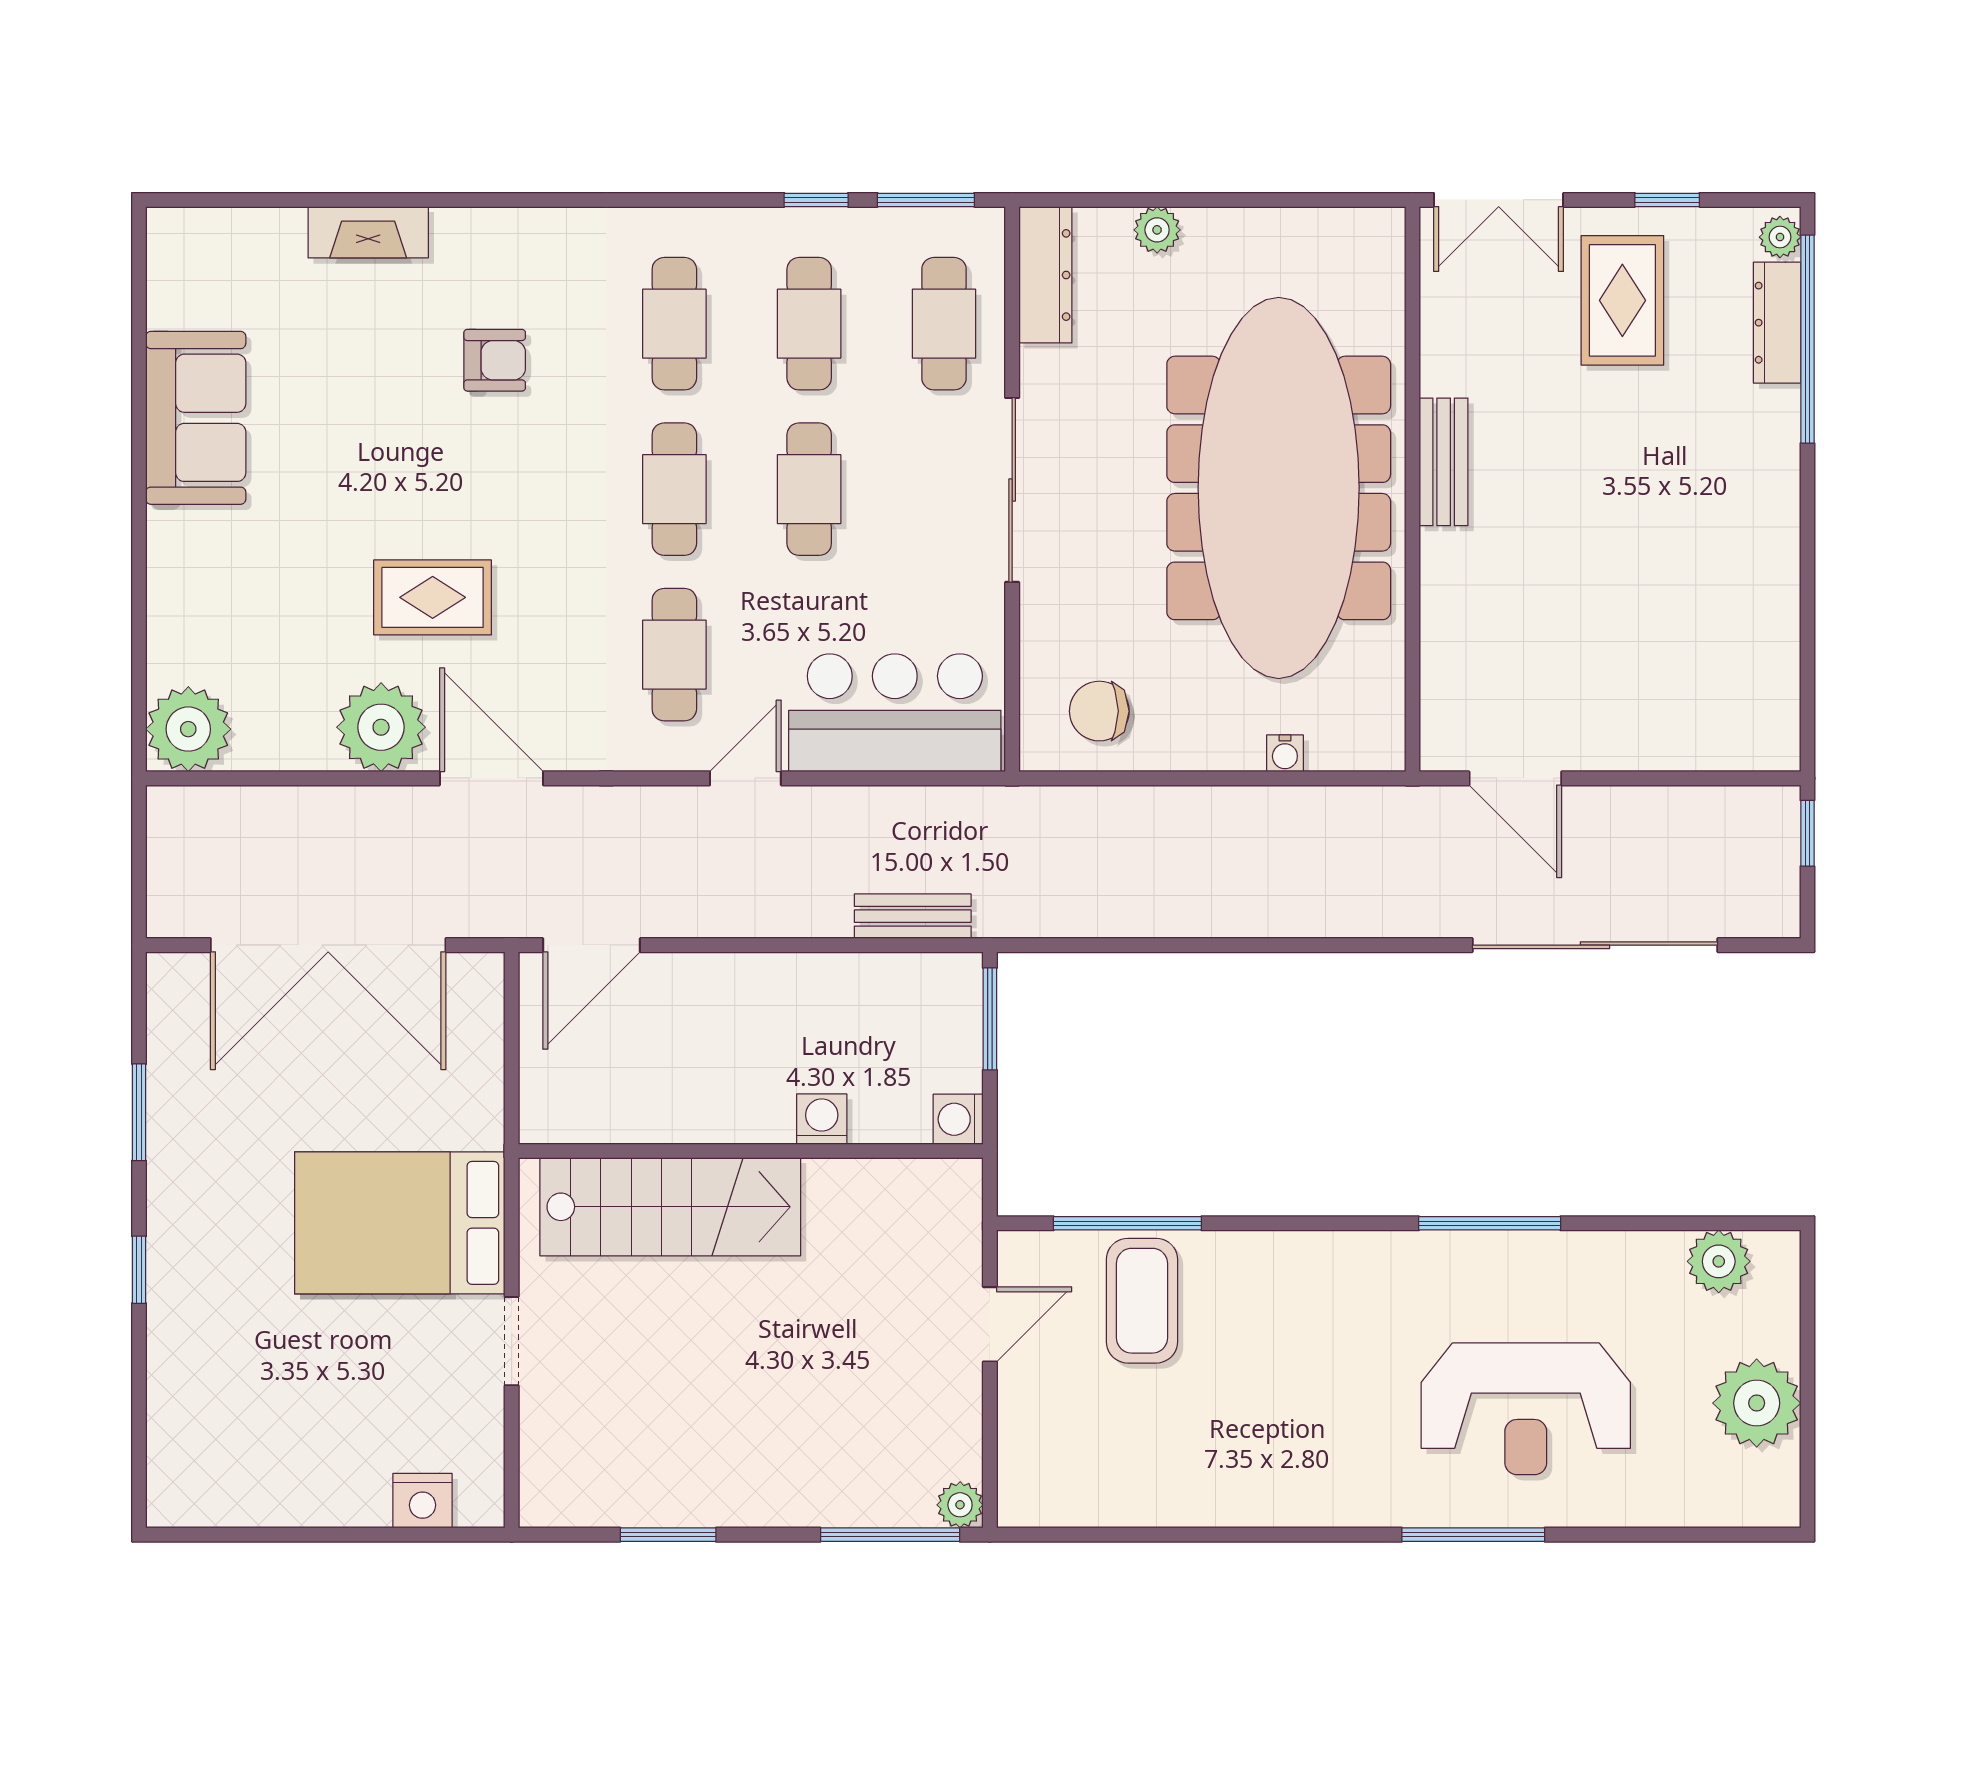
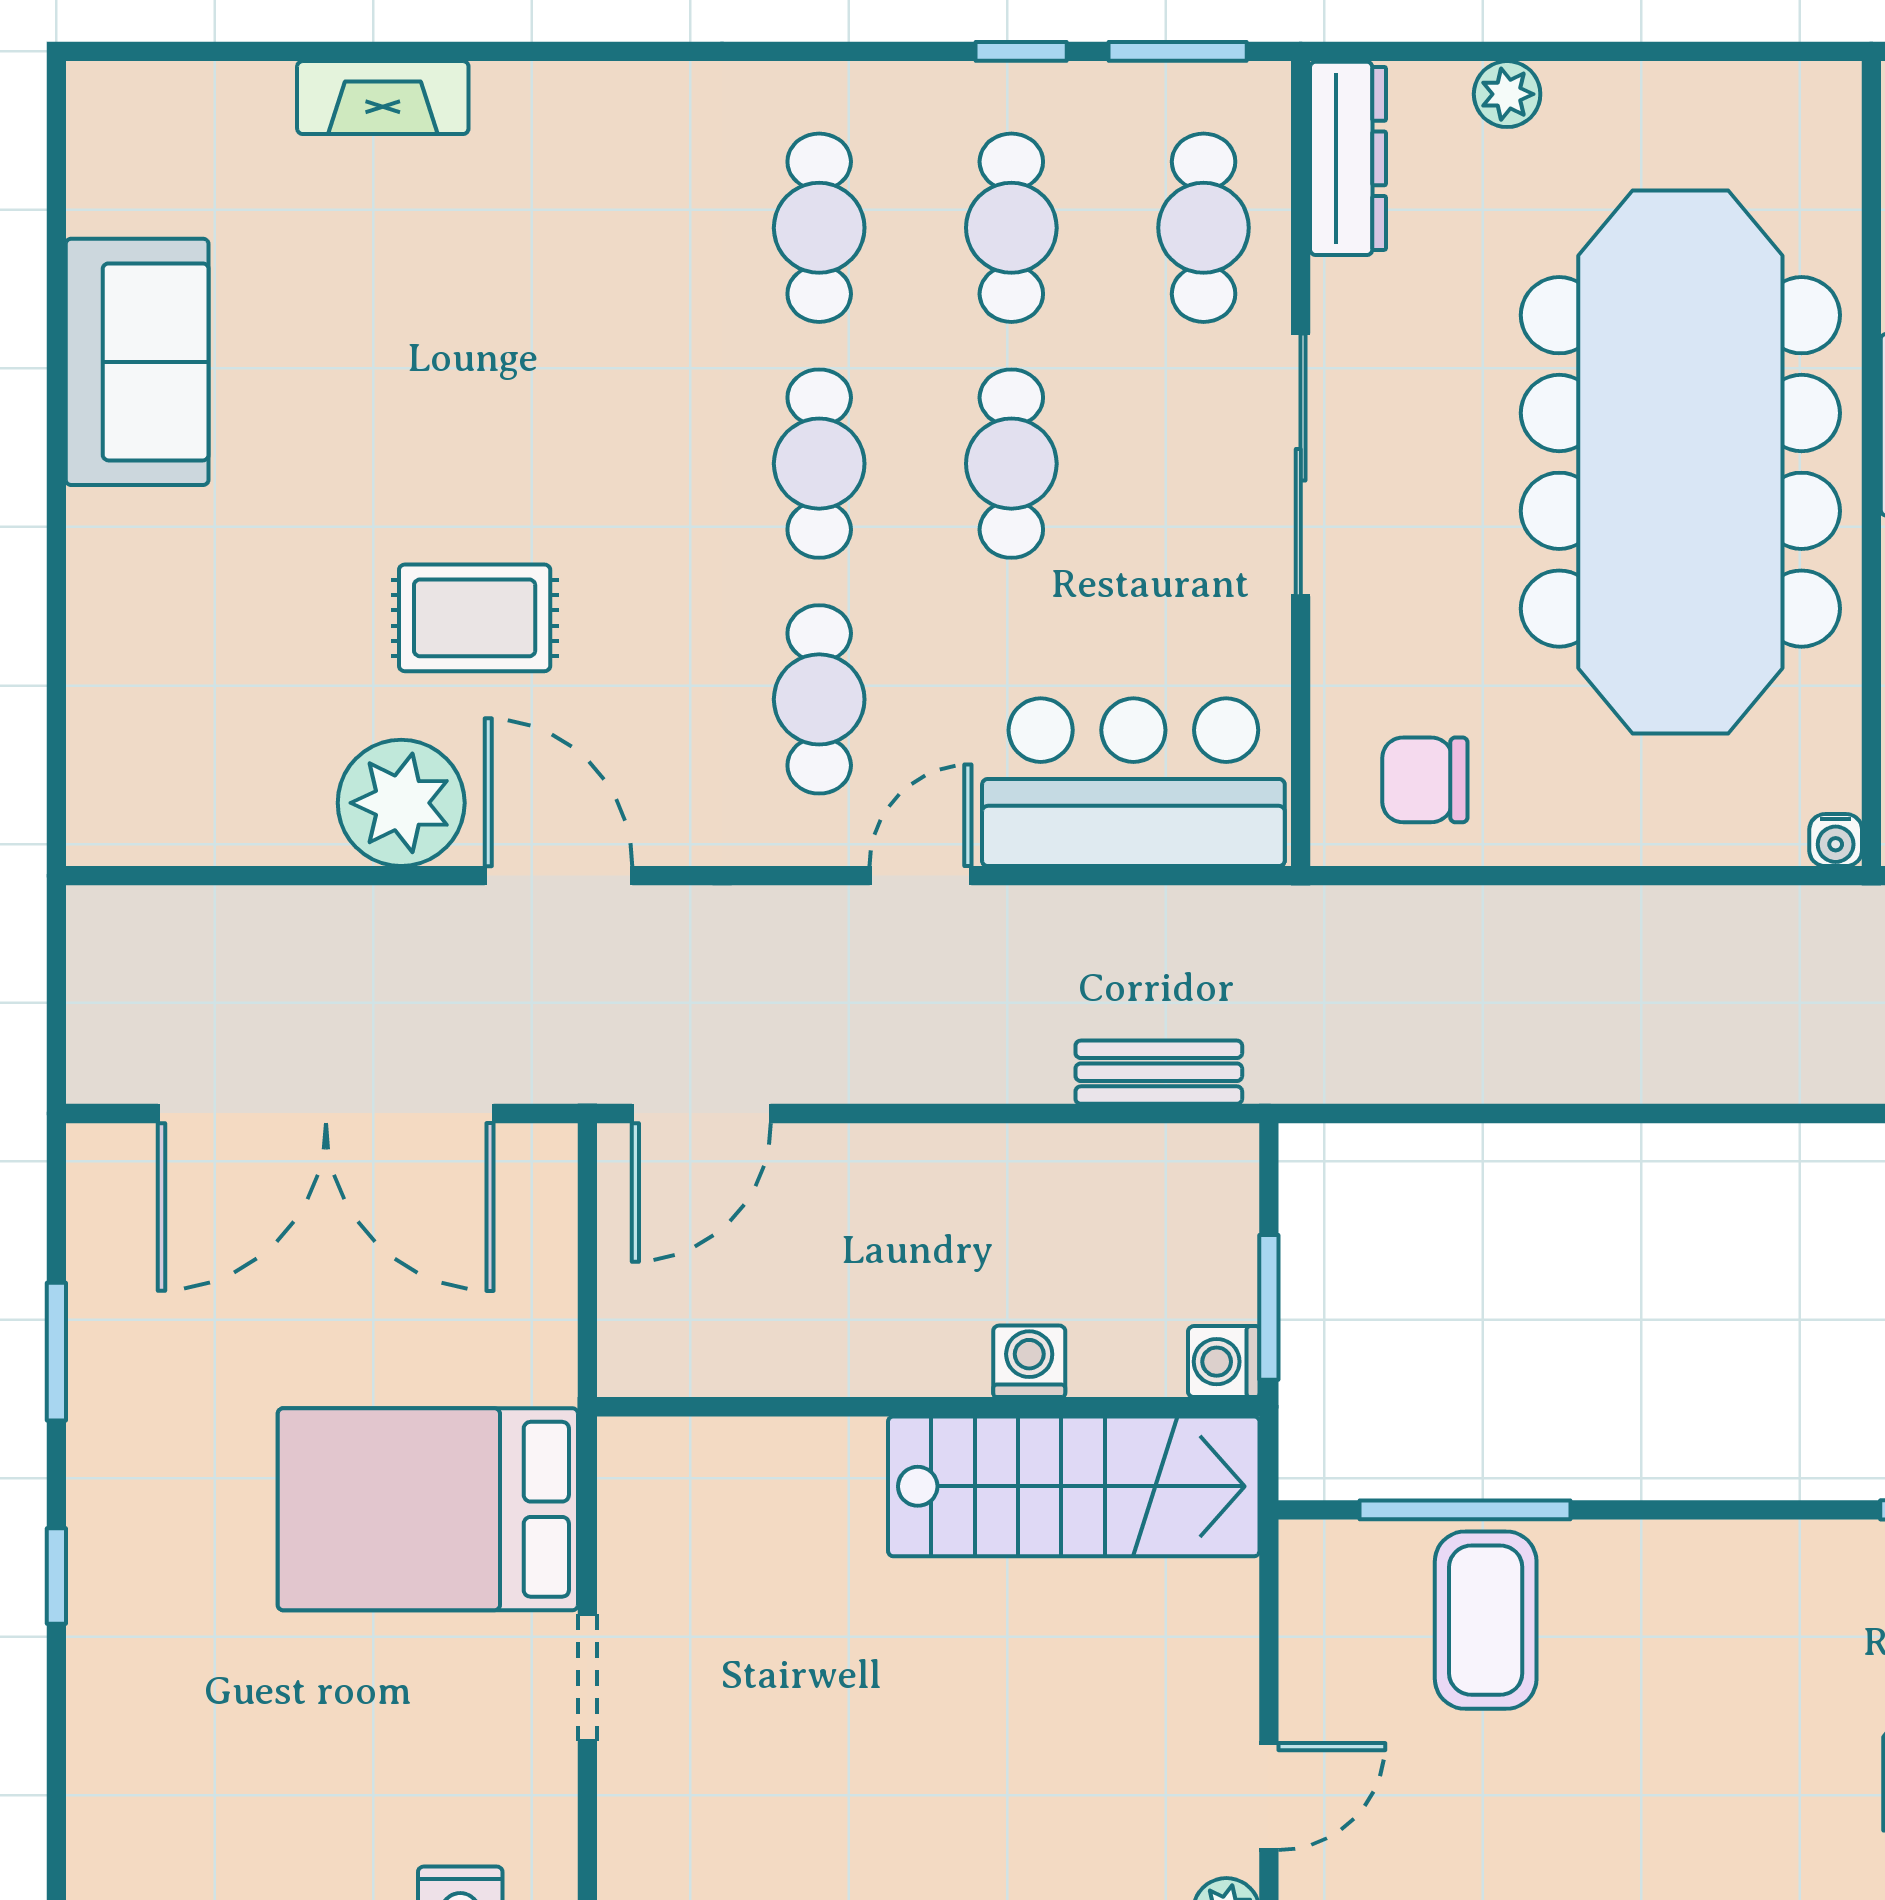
armchair: (495, 360) -> (563, 280), removed
plant: (188, 729) -> (126, 806), removed
water cooler: (1285, 753) -> (1836, 840), moved
window: (990, 1019) -> (1269, 1307), moved
stairs: (670, 1207) -> (1074, 1486), moved
door: (990, 1324) -> (1269, 1796), moved

